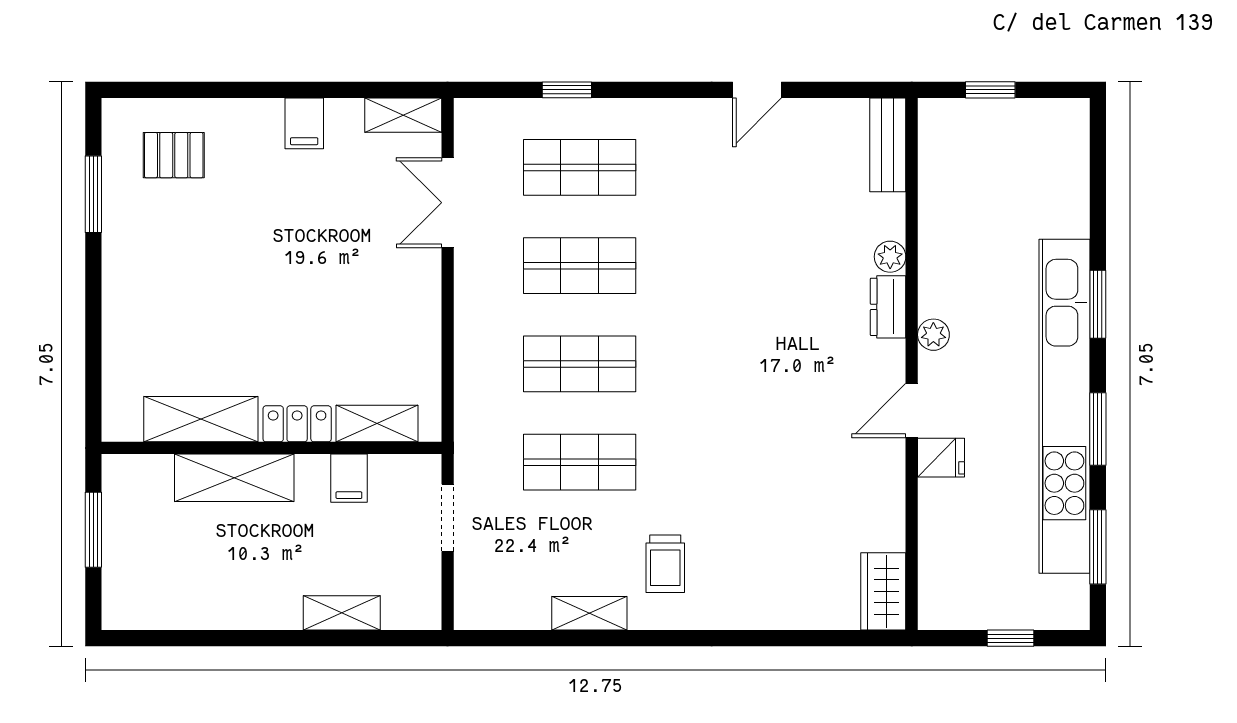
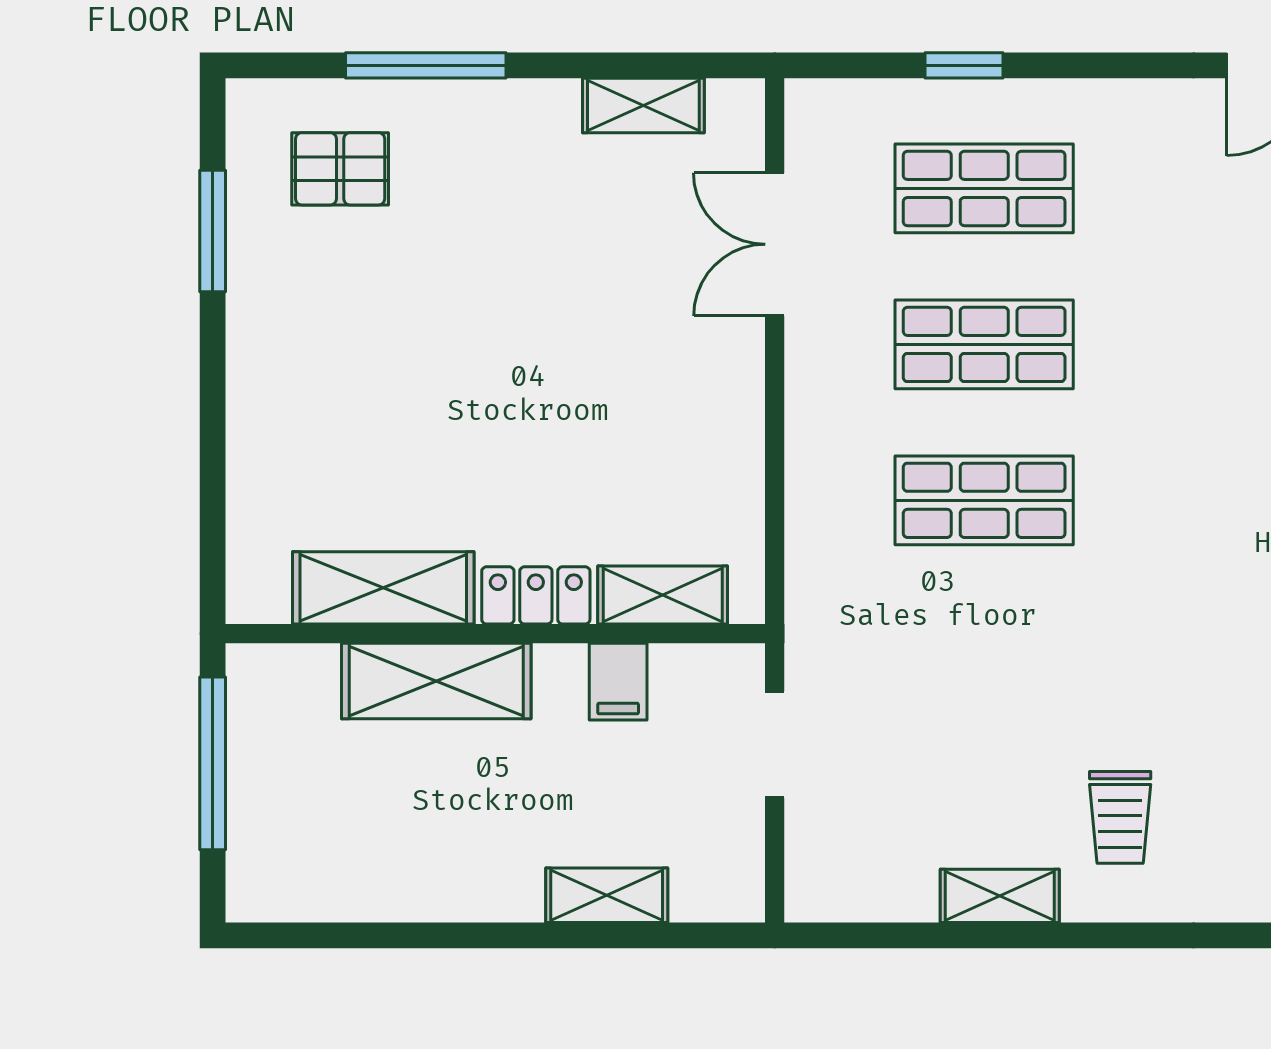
window: (228, 90) -> (426, 65), added
shelving: (403, 115) -> (643, 105), moved
filing cabinet: (304, 123) -> (547, 119), removed
shop shelf: (580, 462) -> (984, 656), removed
window: (93, 530) -> (213, 763), width x1.44

